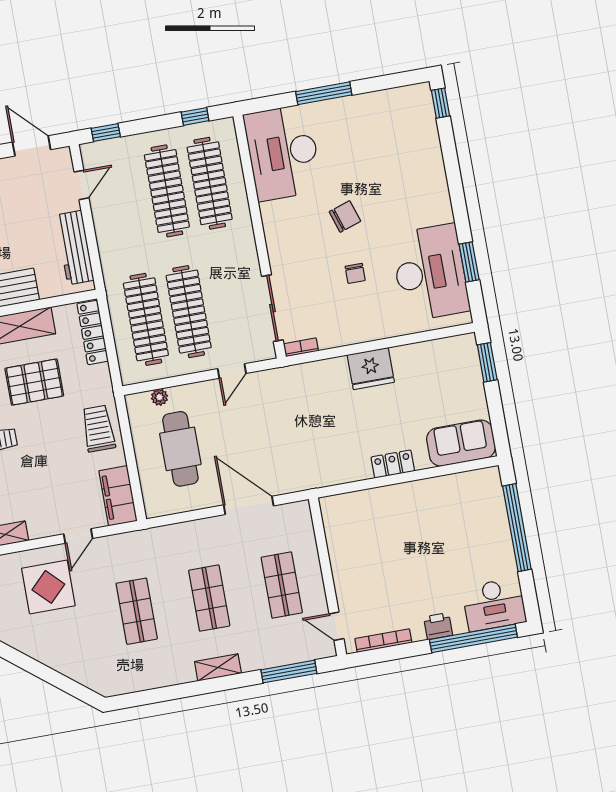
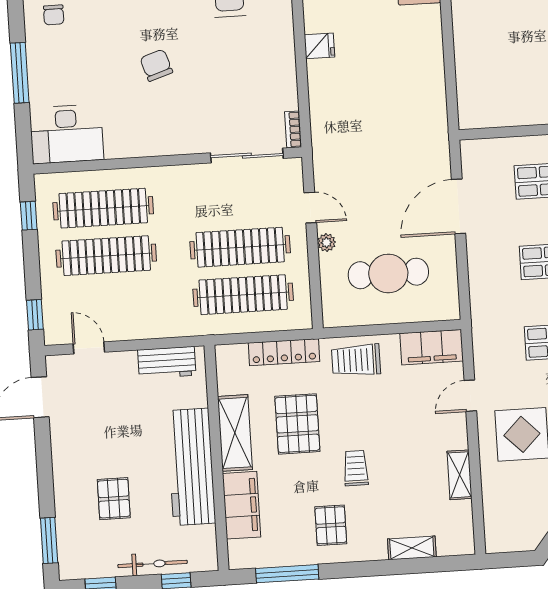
desk: (283, 153) -> (67, 134), width x0.73, depth x0.77
workbench: (75, 248) -> (167, 363), width x0.73
chair: (355, 273) -> (54, 15), moved, turned 90
locker: (93, 332) -> (284, 352), moved
fridge: (371, 369) -> (319, 46), width x0.53, depth x0.75
plant: (159, 397) -> (327, 243), moved
locker: (393, 464) -> (431, 44), removed
door: (78, 536) -> (470, 396), swing flipped

